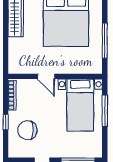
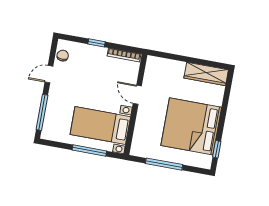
door: (46, 76) -> (137, 95), hinge flipped
chair: (27, 130) -> (63, 56), moved, width x0.54, depth x0.54

